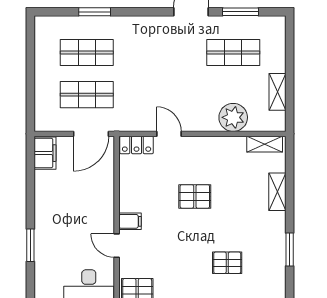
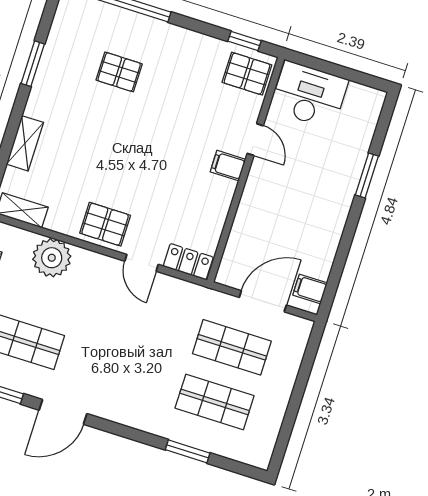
door: (91, 134) -> (263, 301), moved
filing cabinet: (45, 153) -> (310, 289), width x0.50
pallet: (195, 196) -> (105, 224), moved

